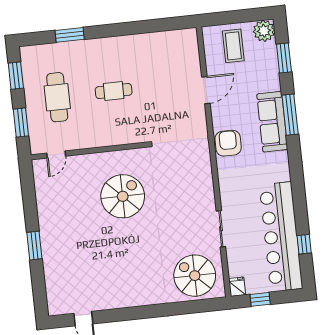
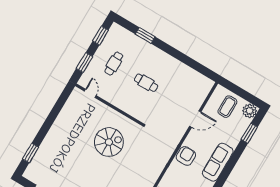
cafe table: (57, 97) -> (114, 64), width x0.73, depth x0.74
window: (290, 115) -> (230, 166), removed
door: (56, 155) -> (90, 93), swing flipped
window: (34, 246) -> (30, 153), moved

